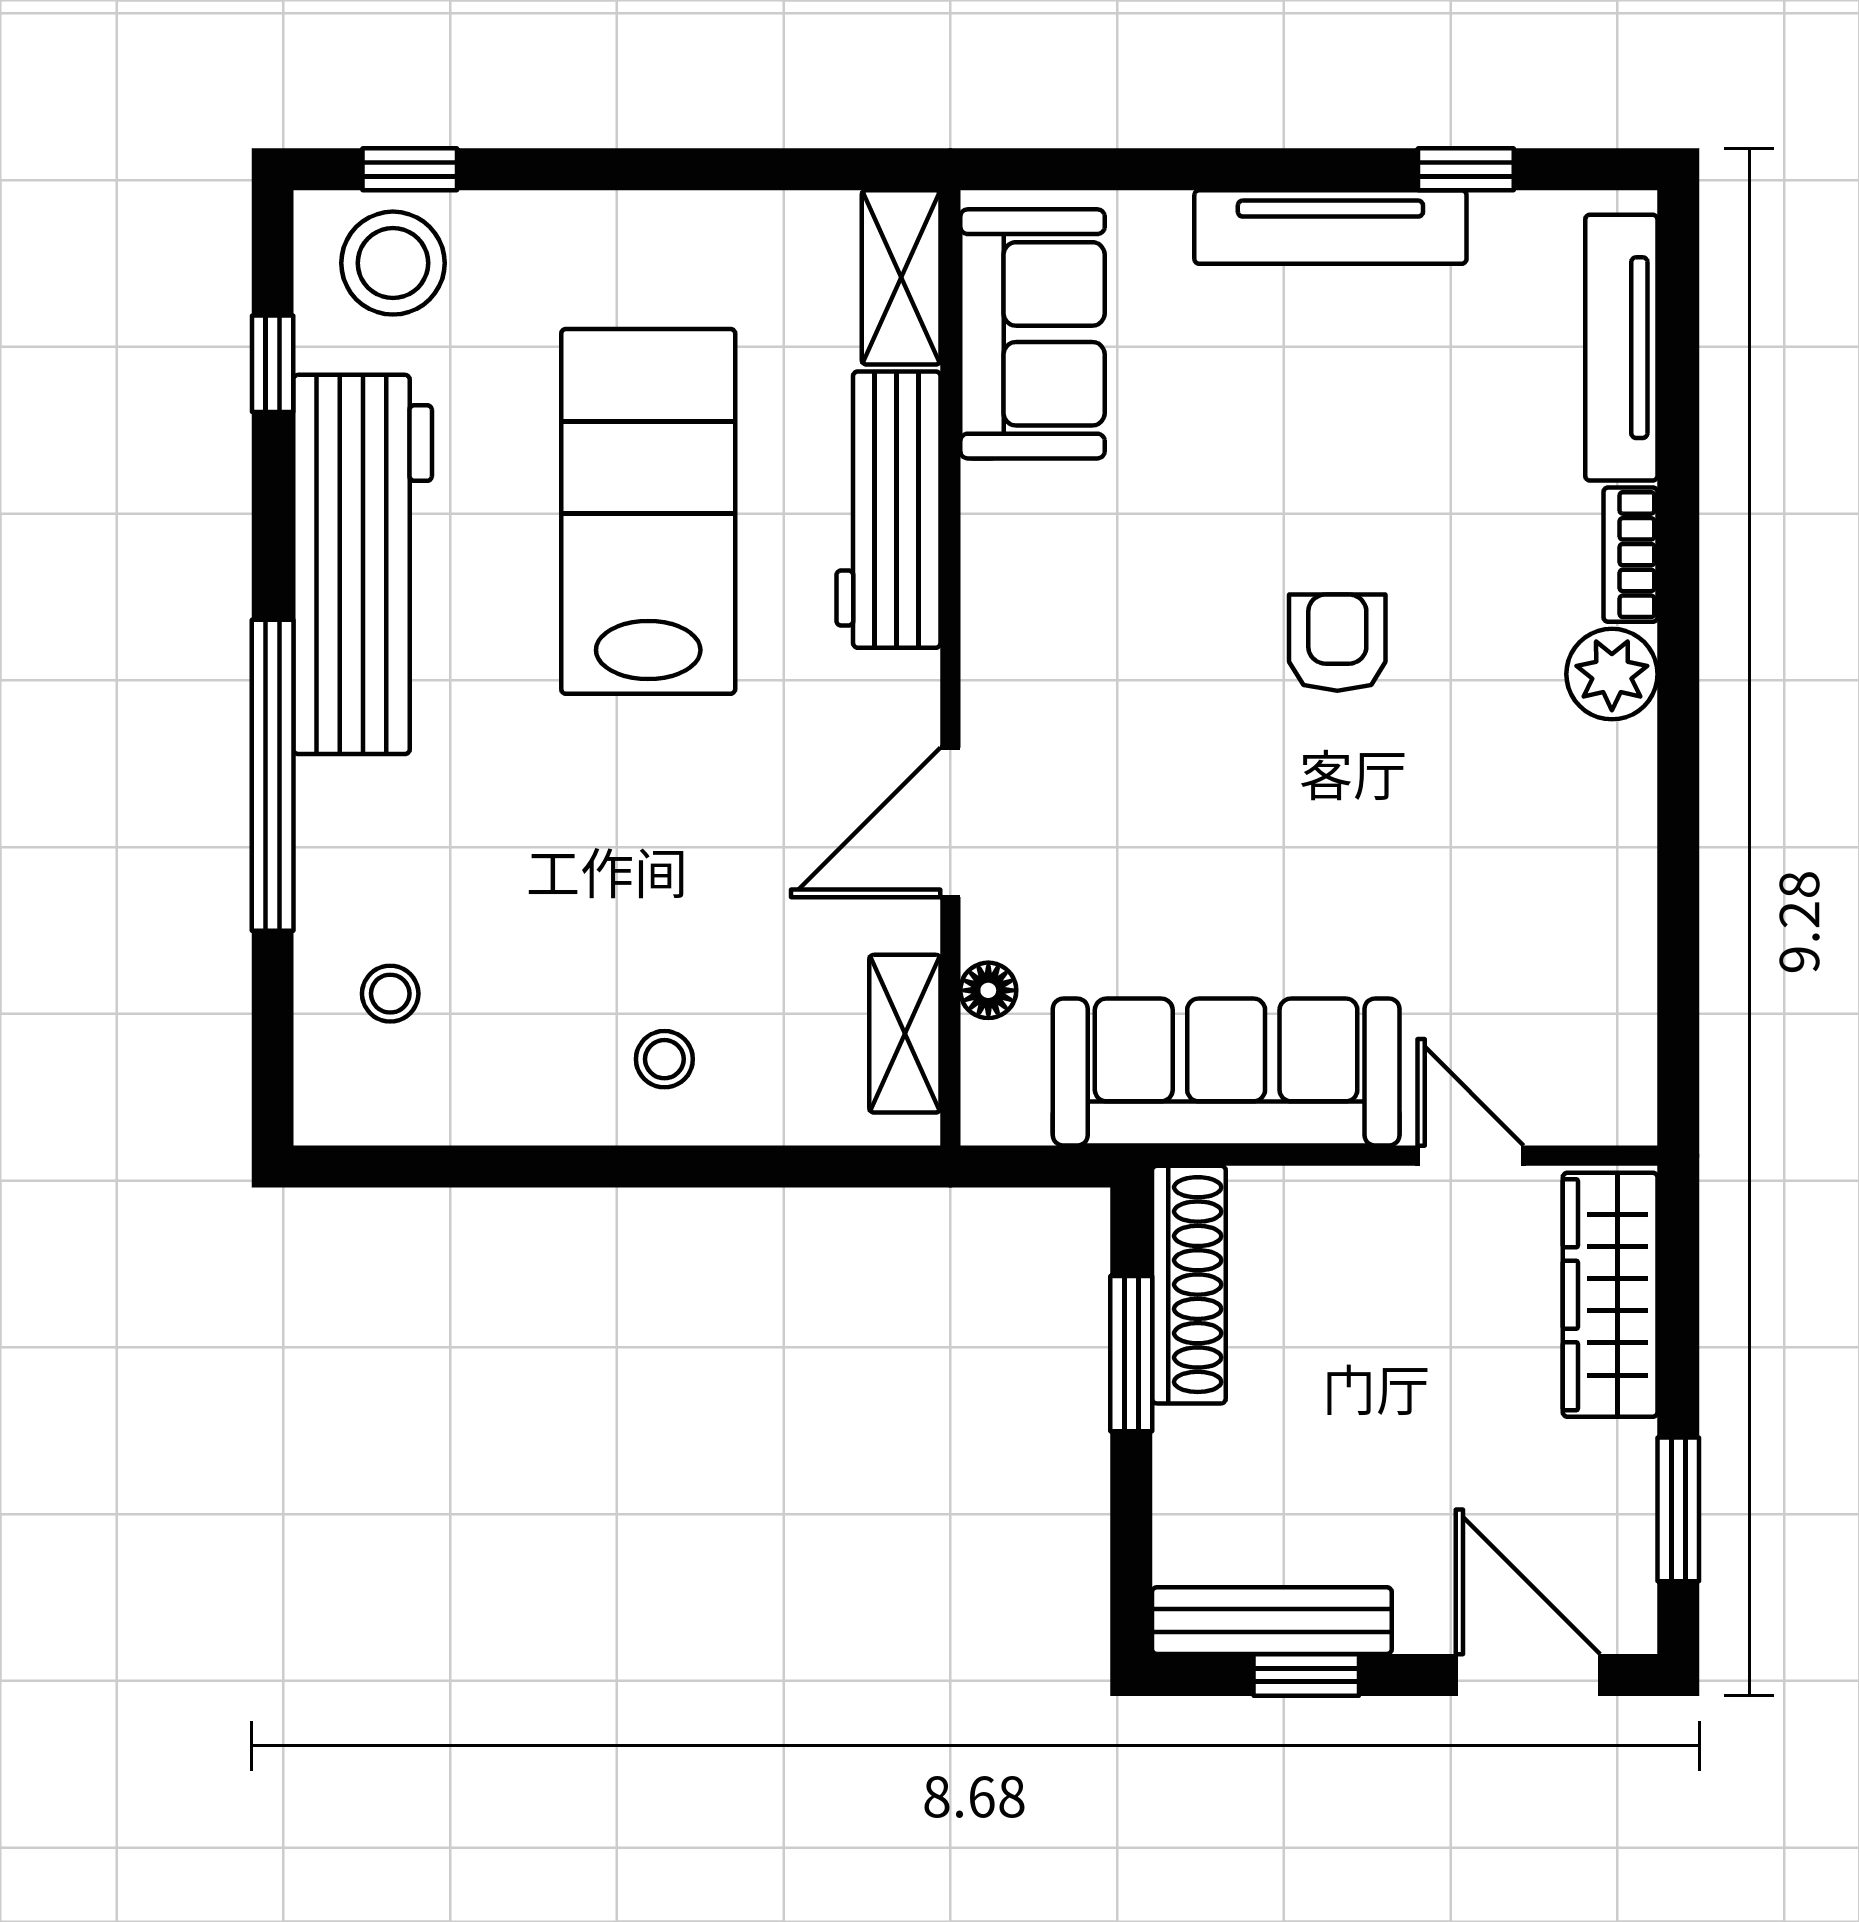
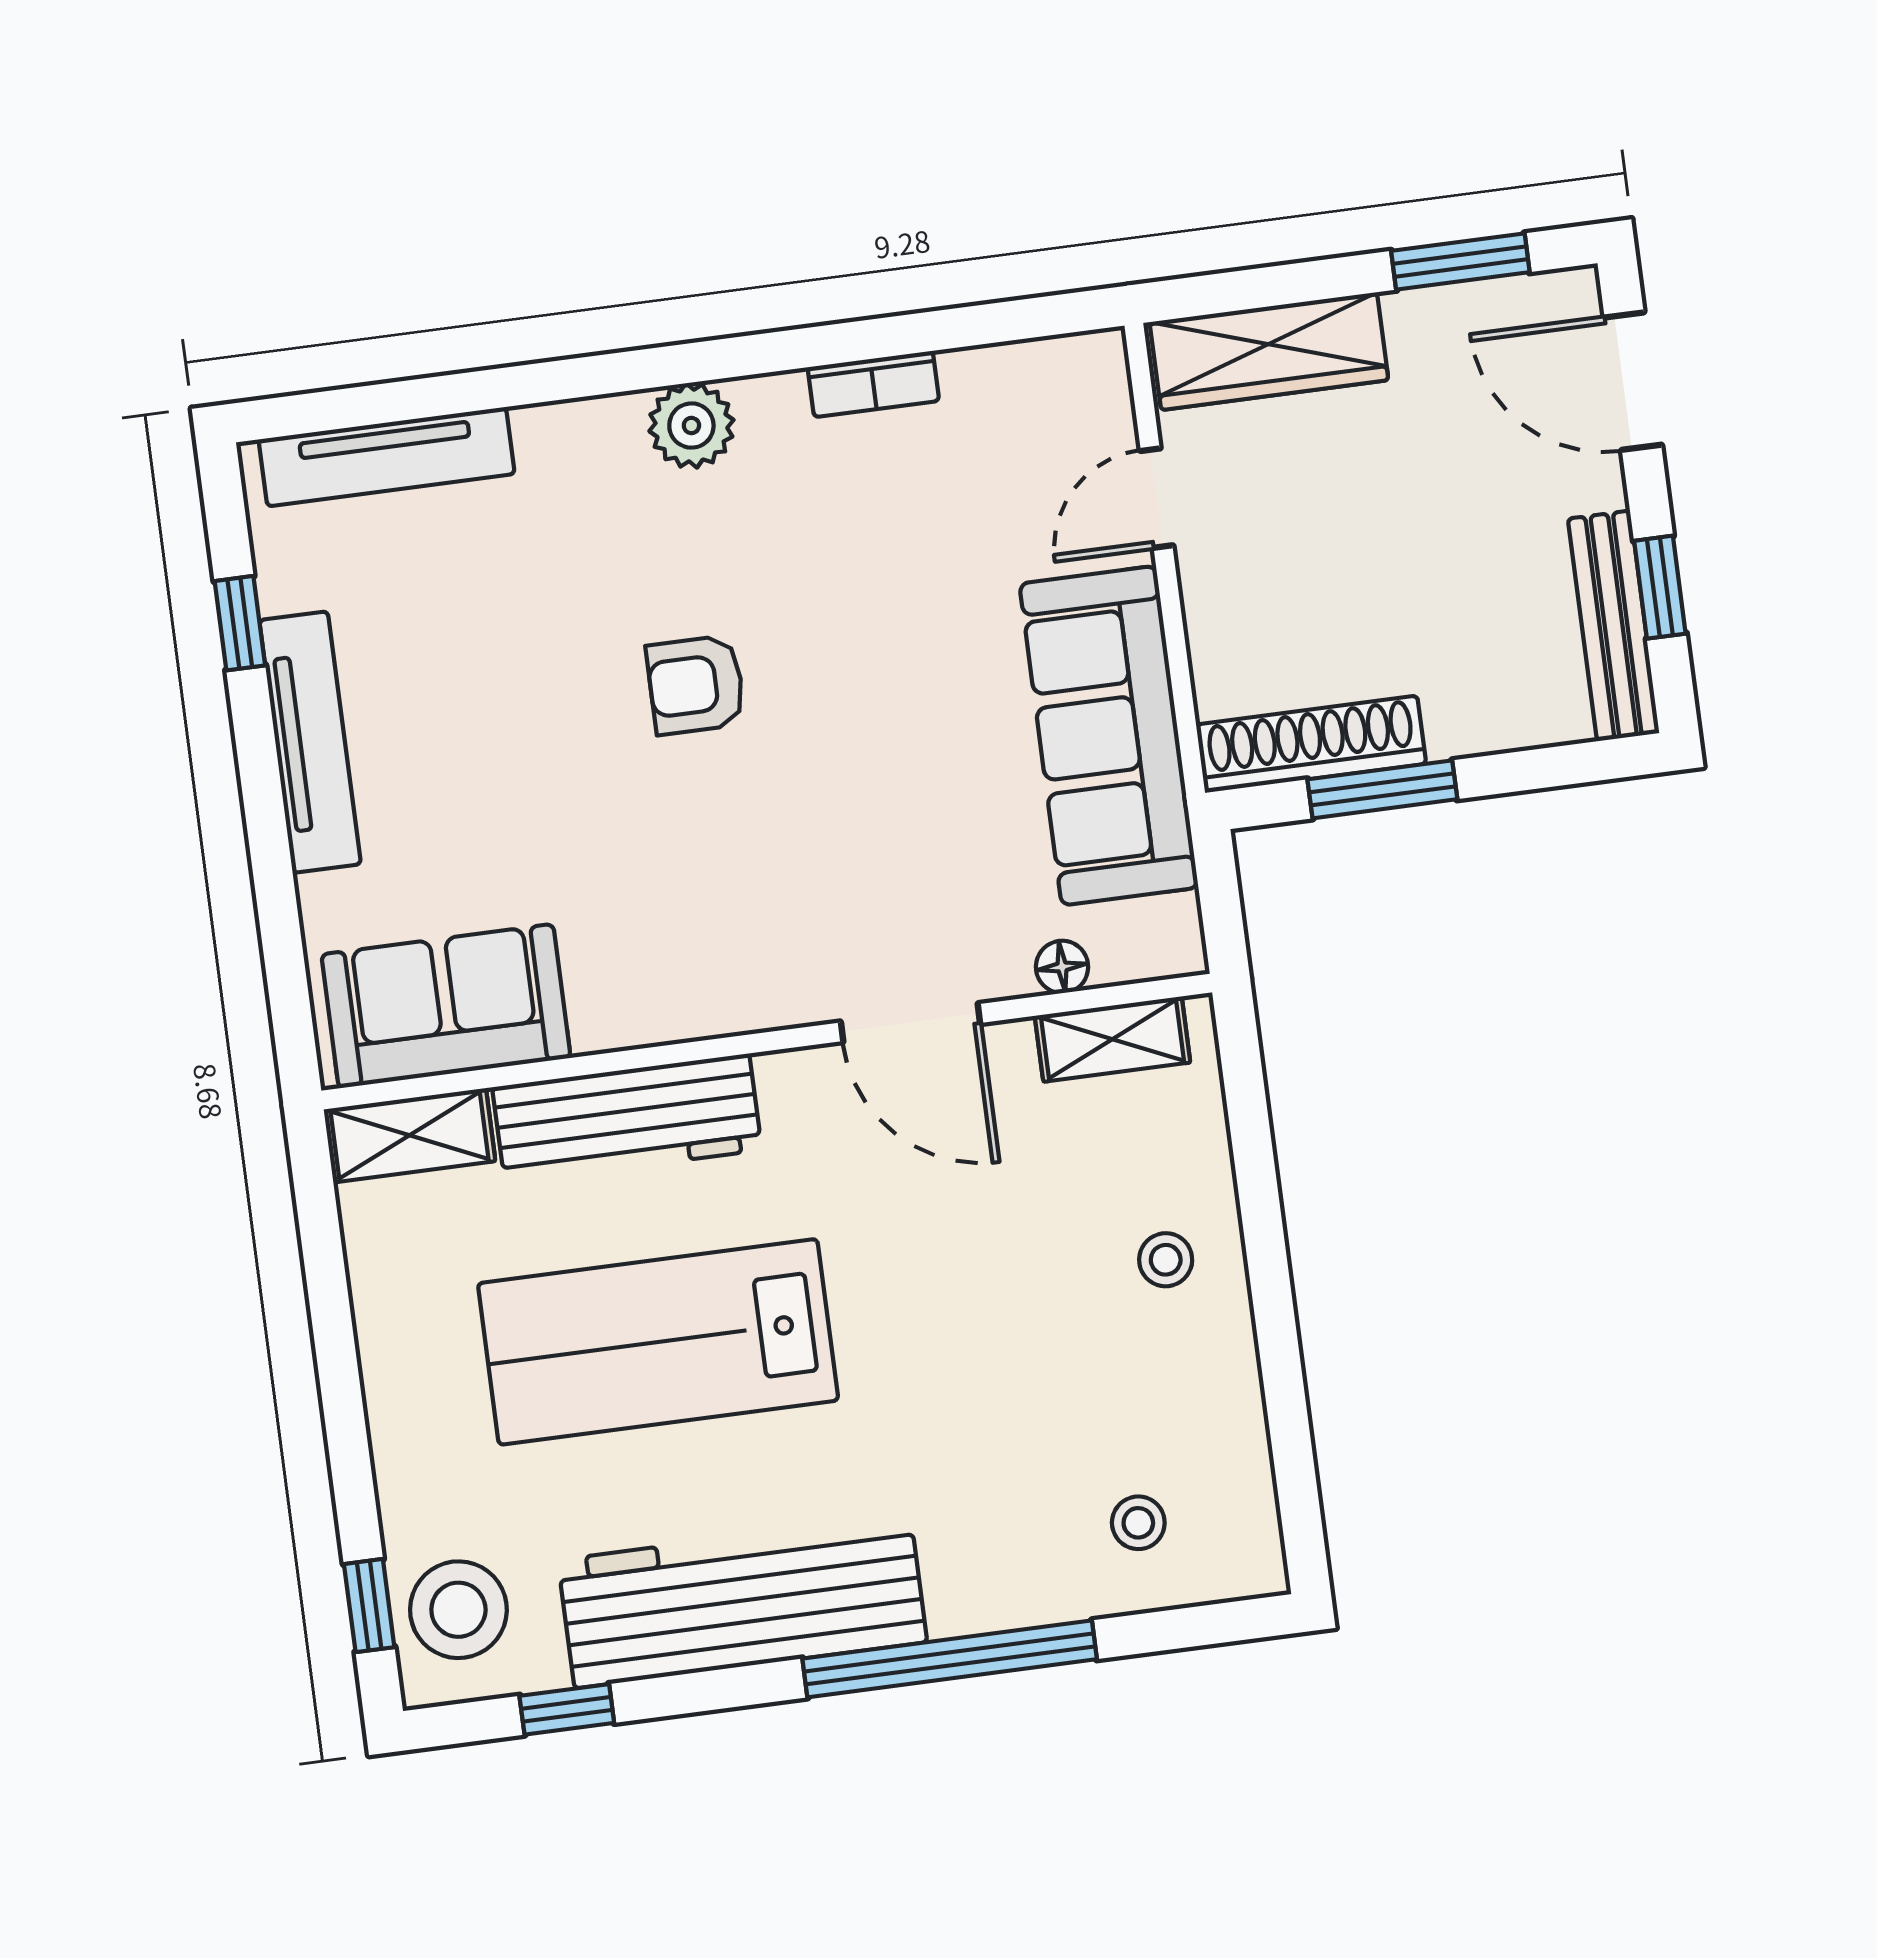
bookcase: (1630, 555) -> (873, 384), moved
door: (1528, 1675) -> (1633, 381), hinge flipped

